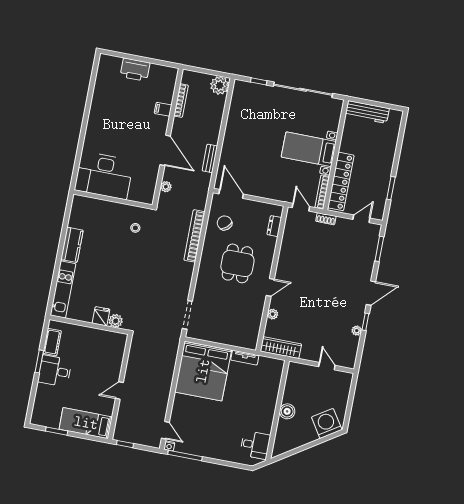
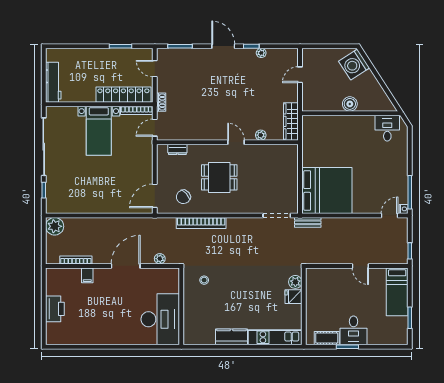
bench: (210, 158) -> (308, 222), moved
tv unit: (245, 358) -> (307, 154), removed

